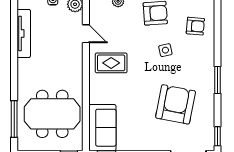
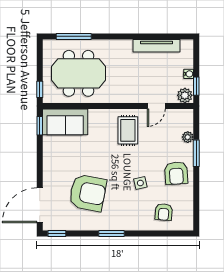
meeting table: (52, 114) -> (79, 73), turned 90

